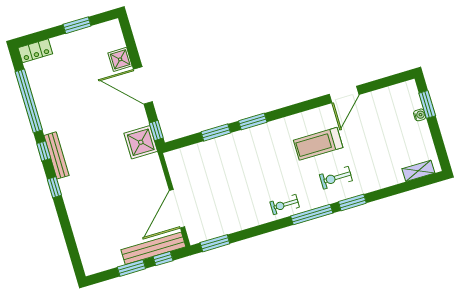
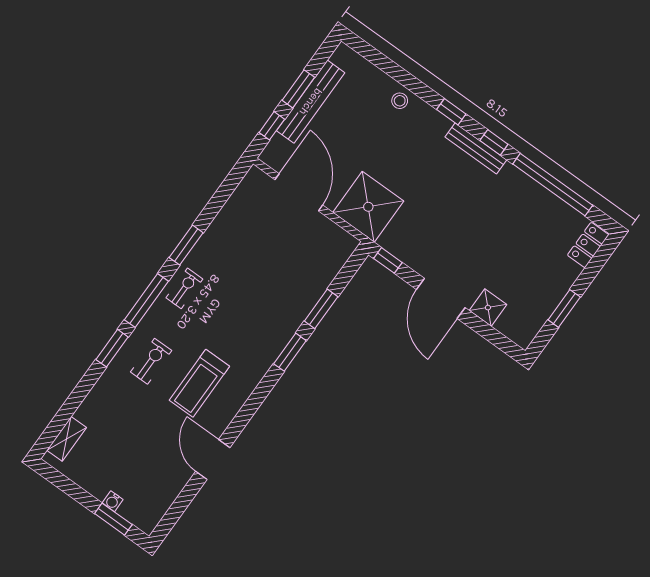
door: (143, 85) -> (441, 298), swing flipped
shower: (141, 142) -> (368, 207), moved, width x1.37, depth x1.37
treadmill: (318, 144) -> (199, 383), turned 180
stool: (79, 216) -> (400, 101), added
window: (215, 243) -> (186, 245), moved
bench: (153, 248) -> (311, 102), moved

